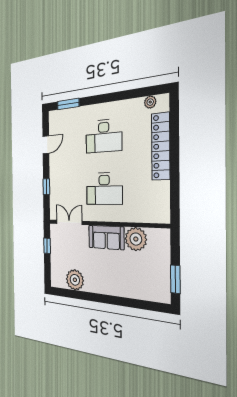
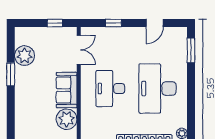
desk: (104, 136) -> (158, 88), width x1.36, depth x1.30
door: (46, 145) -> (155, 23), hinge flipped
window: (92, 297) -> (11, 74), added

